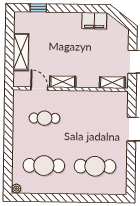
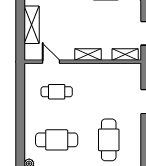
shelving: (63, 82) -> (88, 55), moved
cafe table: (95, 166) -> (109, 140), turned 90

